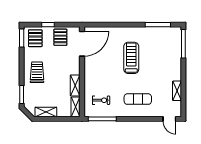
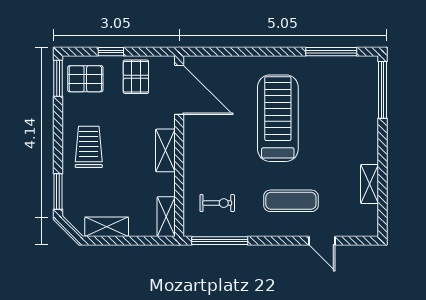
pallet: (35, 38) -> (85, 79), turned 90
door: (82, 44) -> (179, 90), hinge flipped
treadmill: (131, 58) -> (278, 118), width x1.37, depth x1.38
shelving: (75, 85) -> (165, 150), moved
door: (169, 119) -> (322, 241), moved

